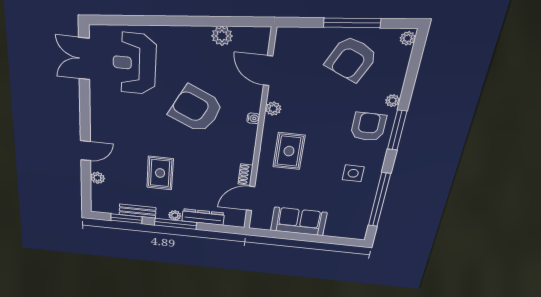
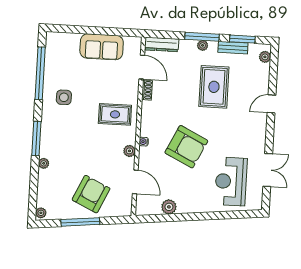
double door: (84, 59) -> (268, 170), moved
armchair: (351, 59) -> (91, 194), moved
reception desk: (134, 64) -> (231, 181), turned 180
armchair: (368, 127) -> (58, 140), removed
rug: (289, 151) -> (115, 114), turned 90
rug: (160, 173) -> (214, 87), width x1.36, depth x1.43
plant: (98, 178) -> (265, 57), moved
door: (251, 198) -> (142, 67), hinge flipped
dresser: (203, 217) -> (162, 44), moved

